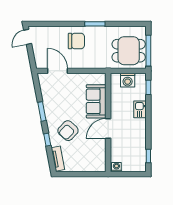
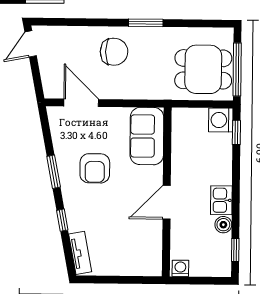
washing machine: (128, 80) -> (221, 120), moved, turned 90
sofa: (96, 101) -> (147, 136), moved
kitchen sink: (140, 109) -> (221, 200), moved
armchair: (68, 131) -> (95, 168), moved, turned -43
boiler: (141, 141) -> (223, 225), added

